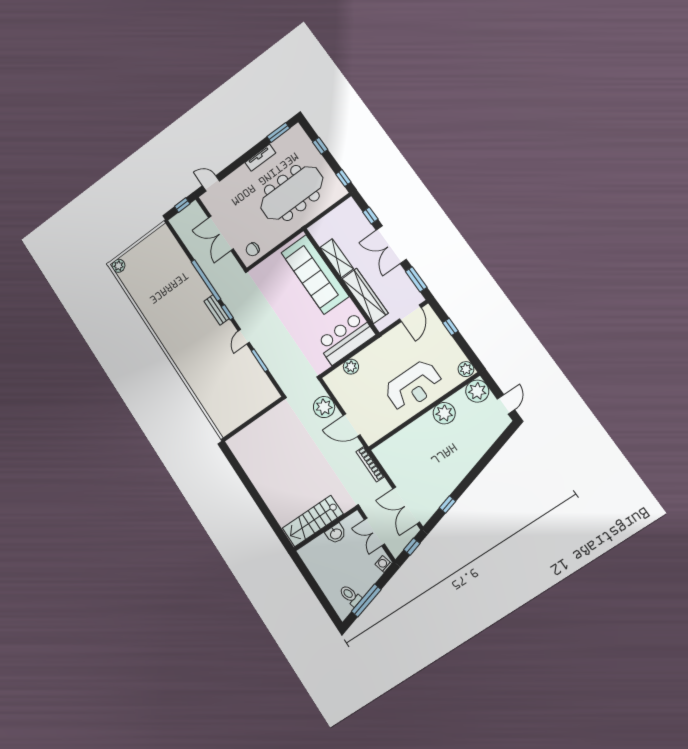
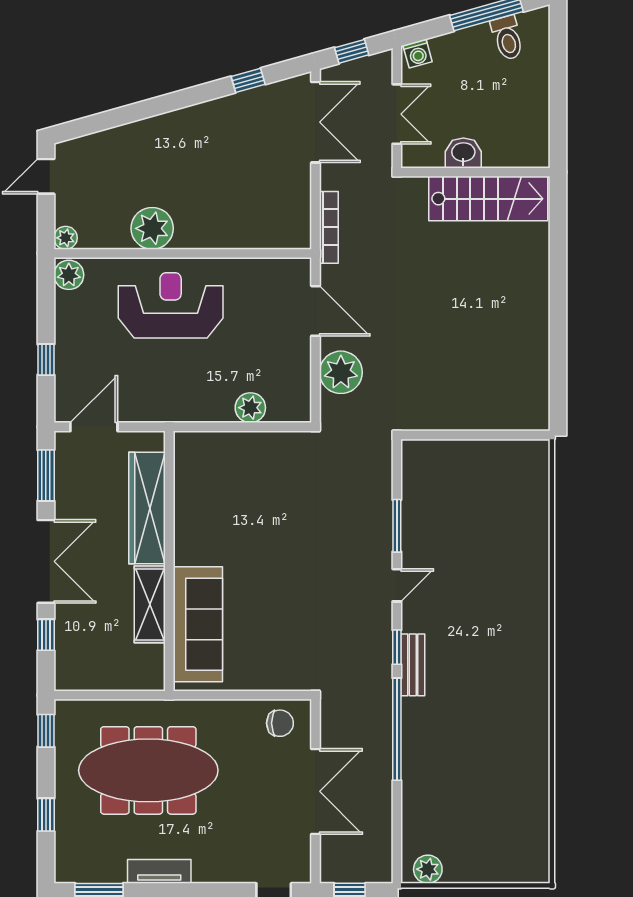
plant: (119, 266) -> (428, 869), moved
sofa: (315, 274) -> (198, 624), width x0.74, depth x0.79
bar counter: (346, 338) -> (227, 461), removed
plant: (477, 391) -> (66, 238), width x0.53, depth x0.53

